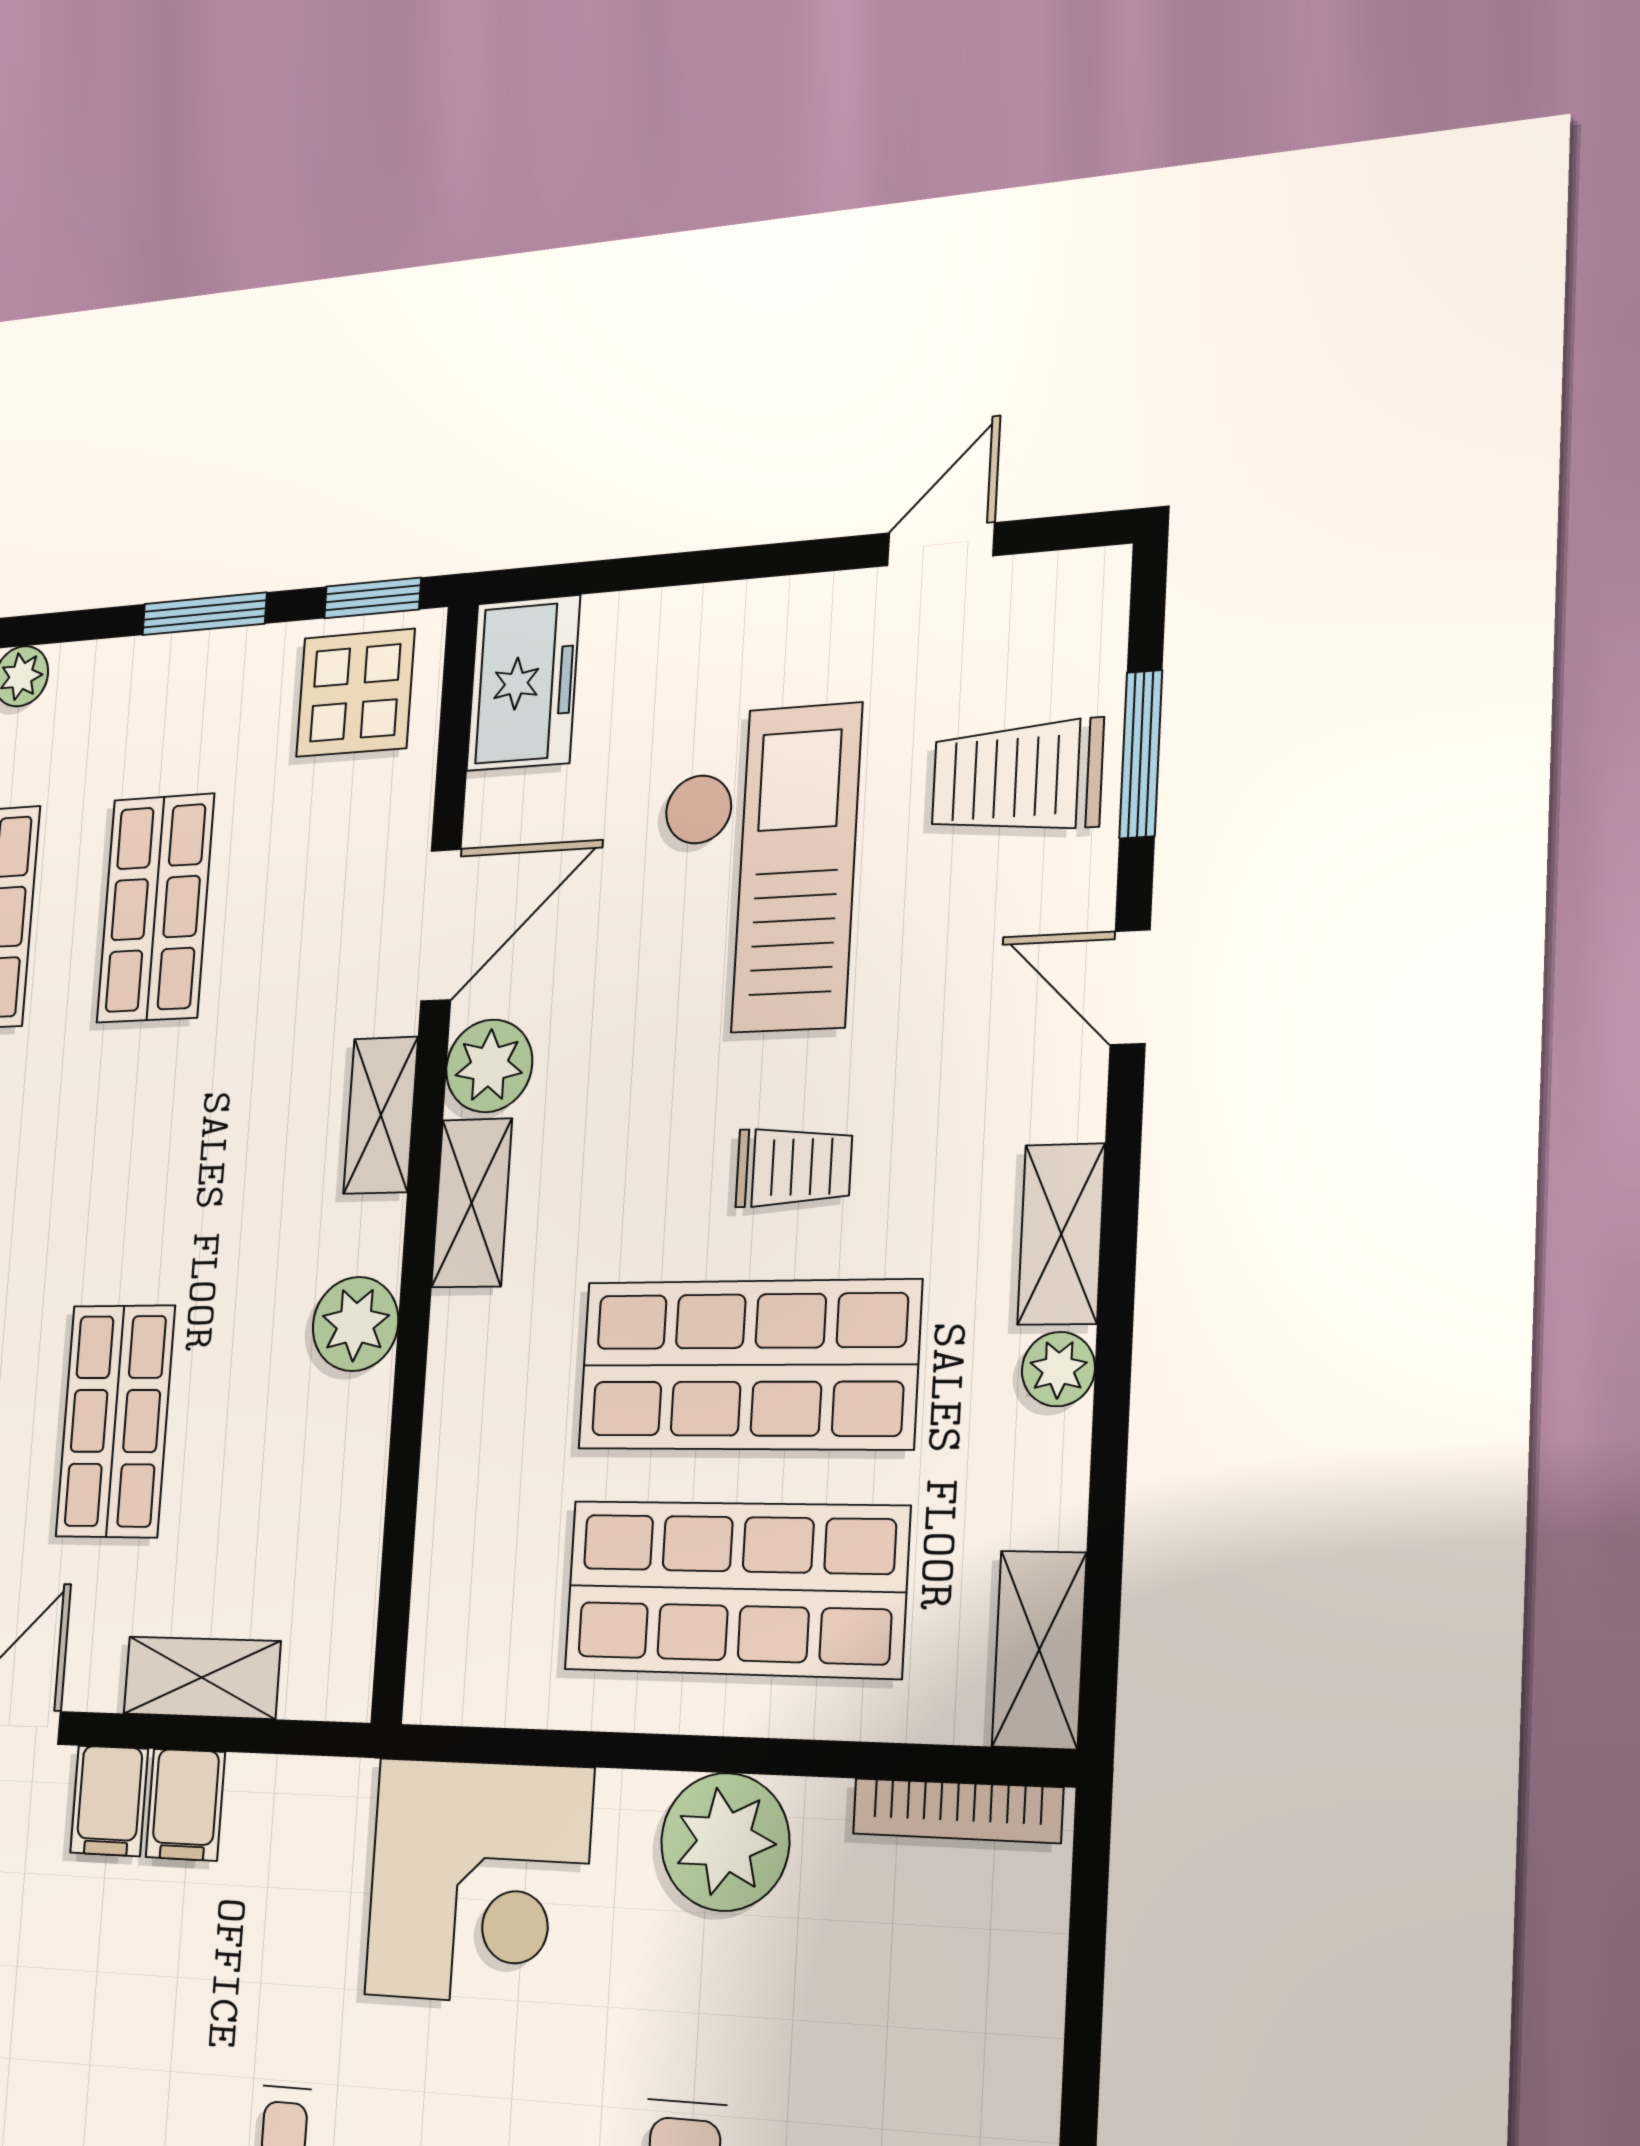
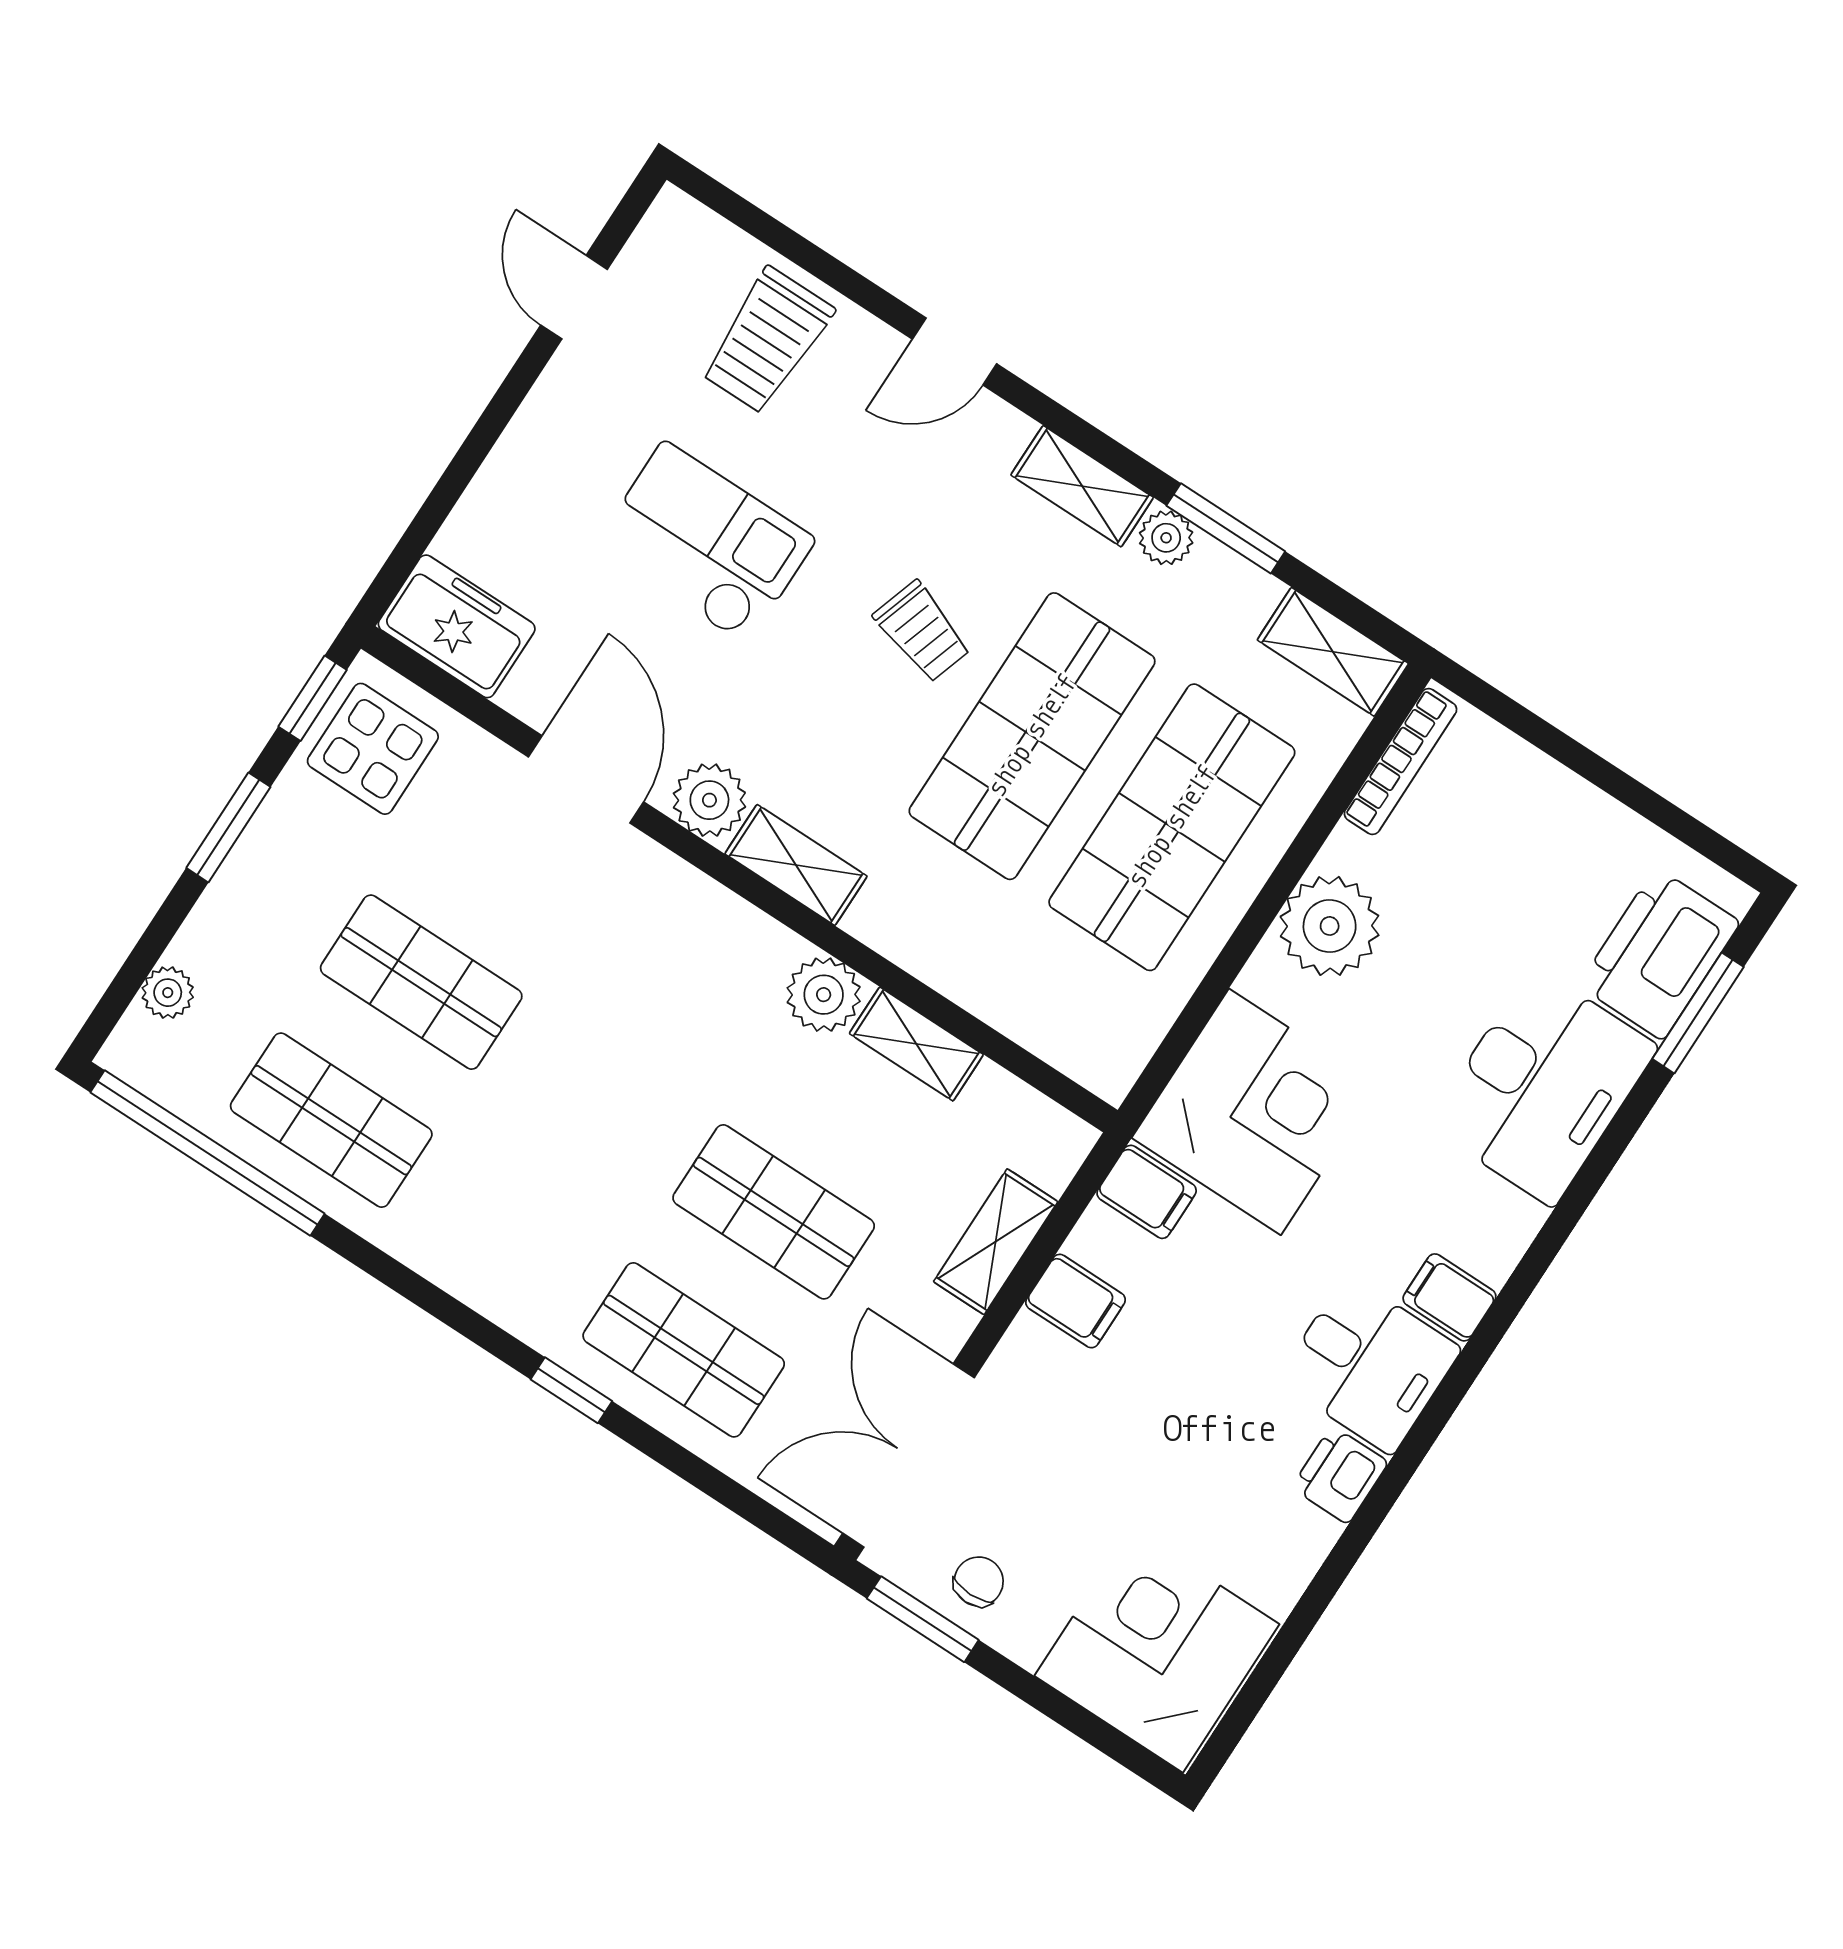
window: (1141, 754) -> (1226, 528), moved
checkout: (756, 870) -> (705, 543), width x0.73, depth x0.83
shelving: (381, 1115) -> (916, 1044), moved
trolley: (794, 1167) -> (922, 632), turned 108
filing cabinet: (109, 1801) -> (1147, 1192), moved

